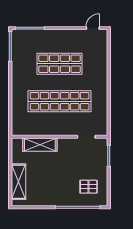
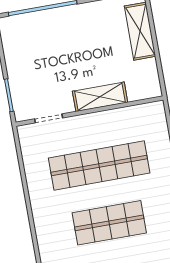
shelving: (40, 145) -> (100, 97), moved
pallet: (89, 187) -> (32, 43), removed

